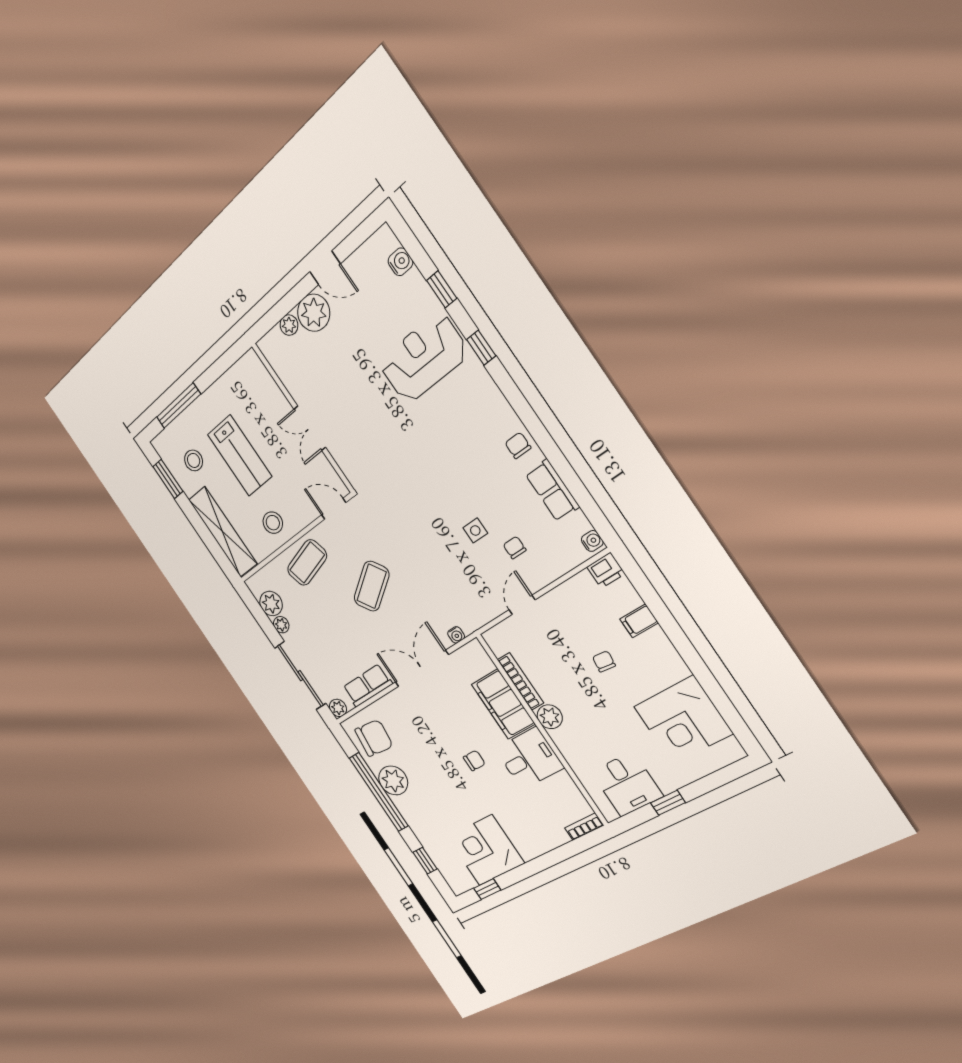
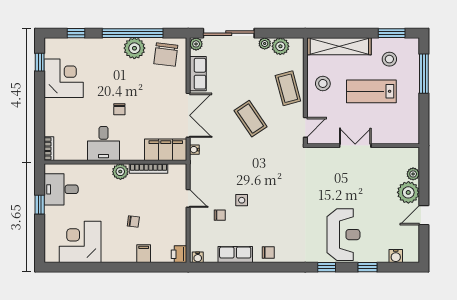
filing cabinet: (503, 704) -> (166, 150), moved

